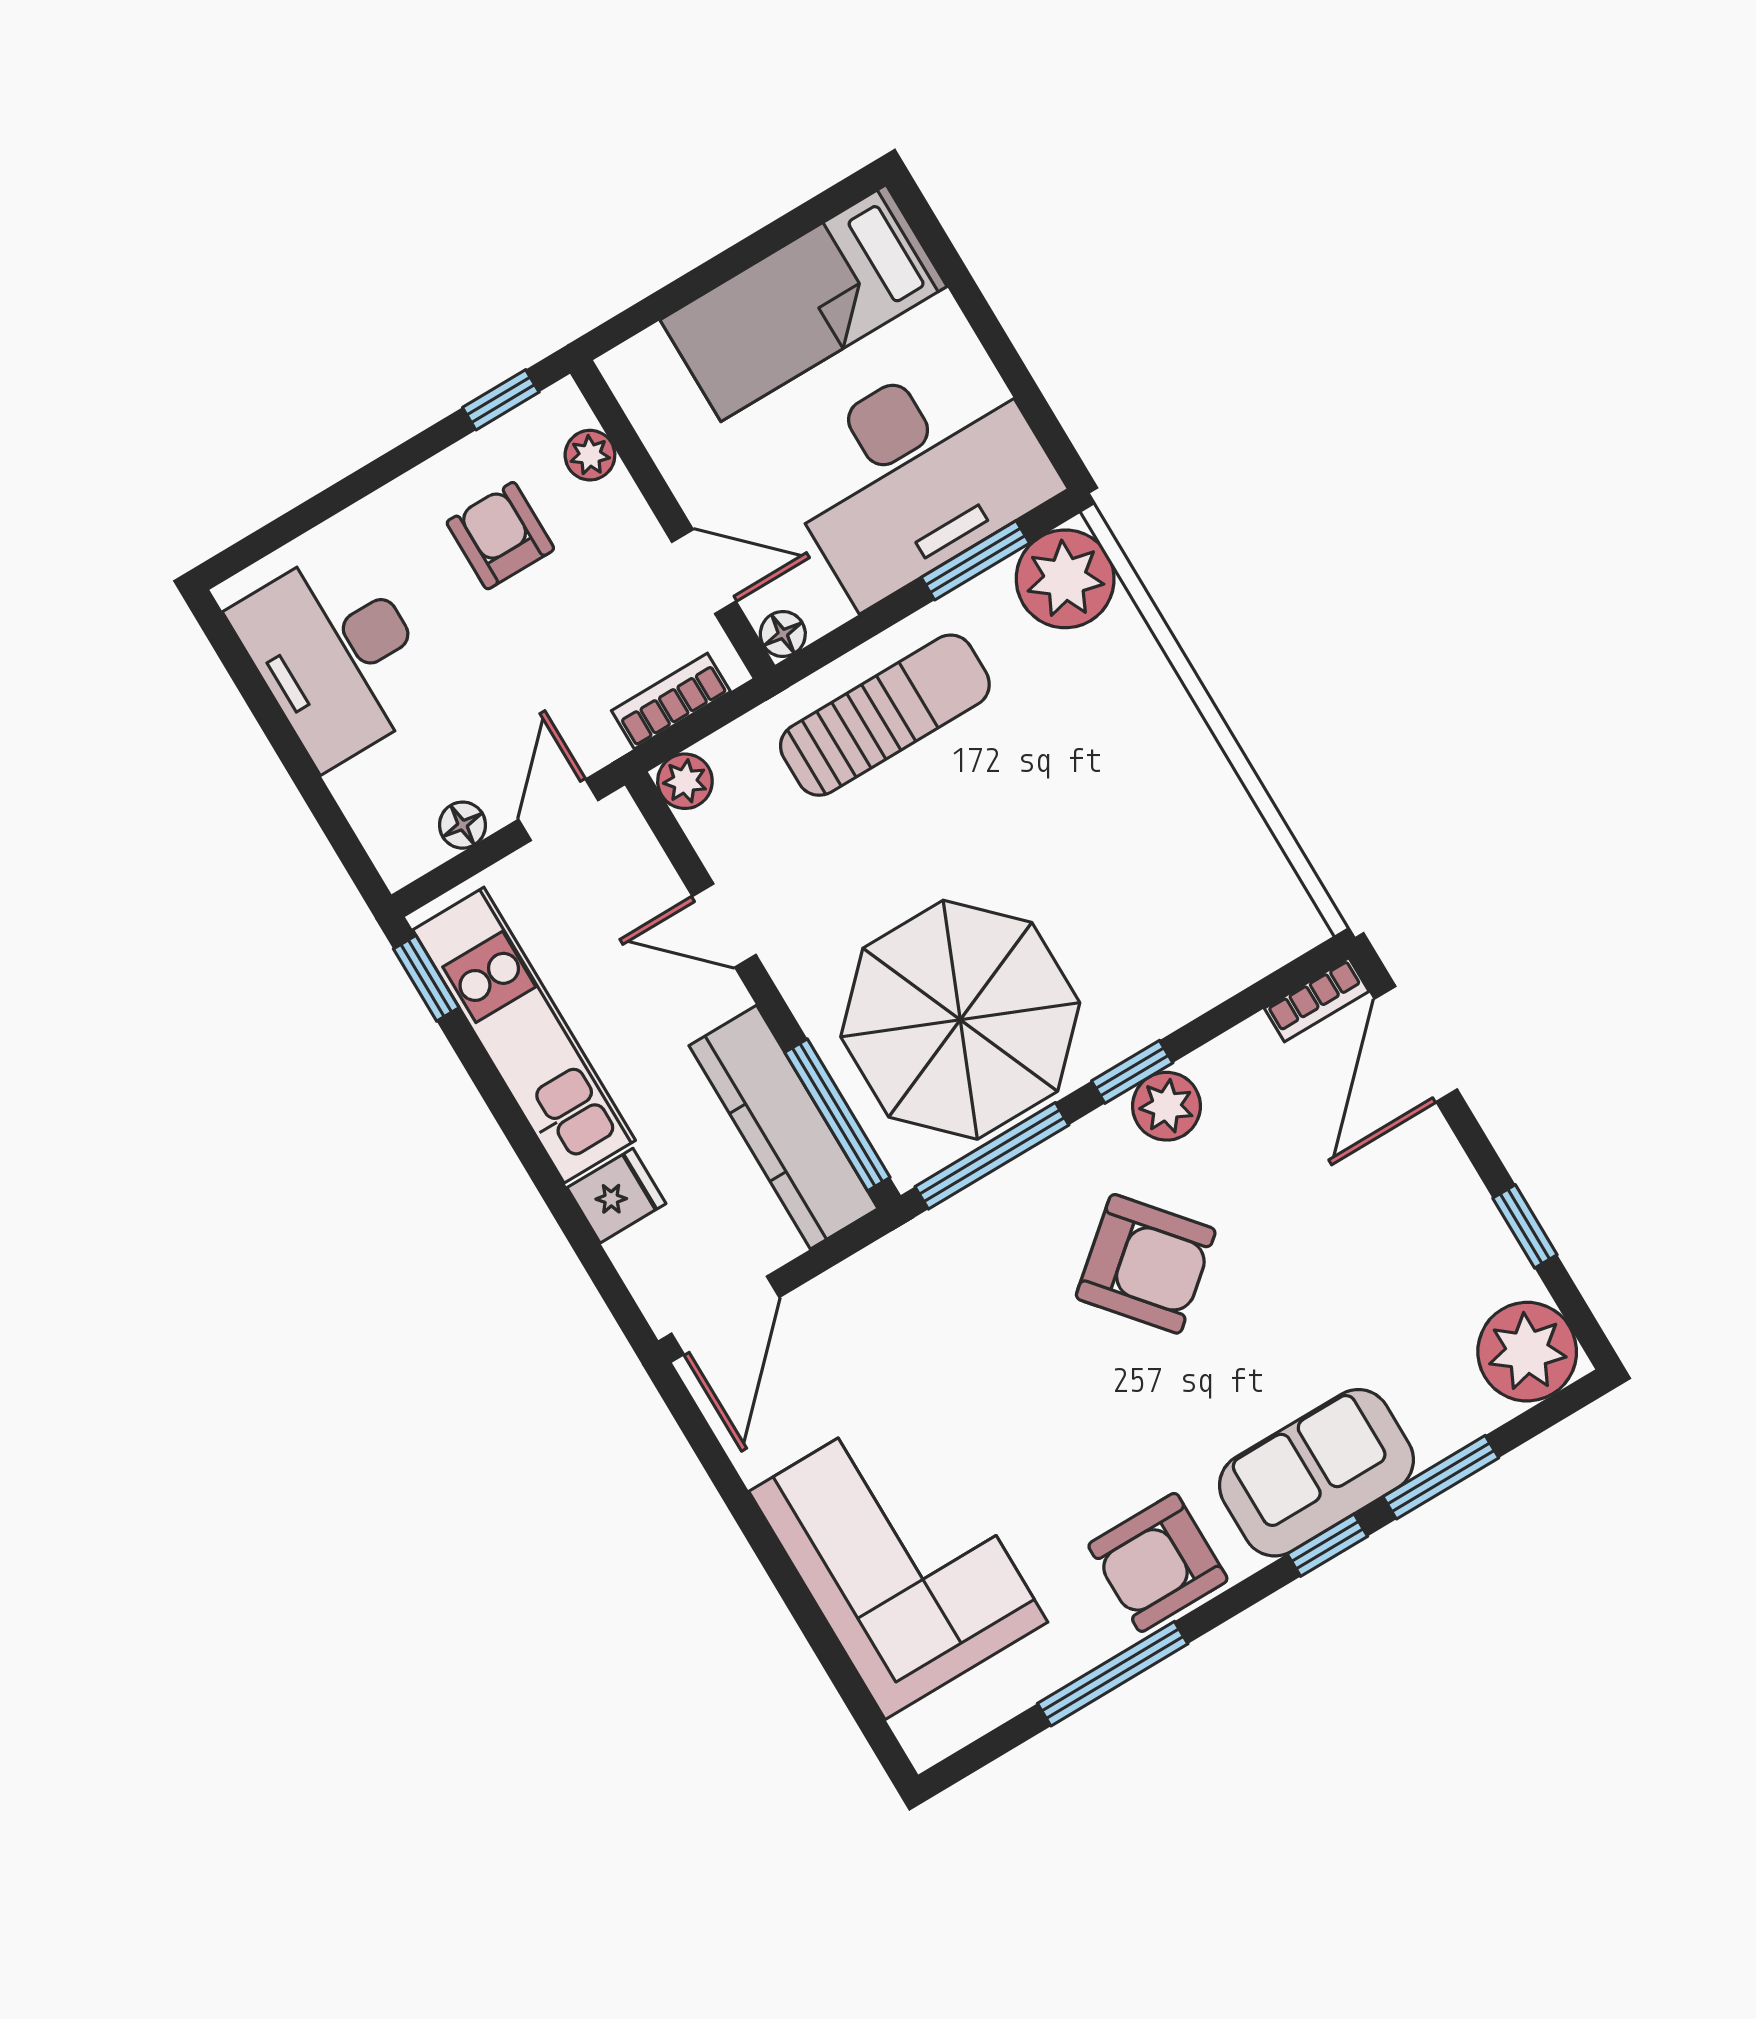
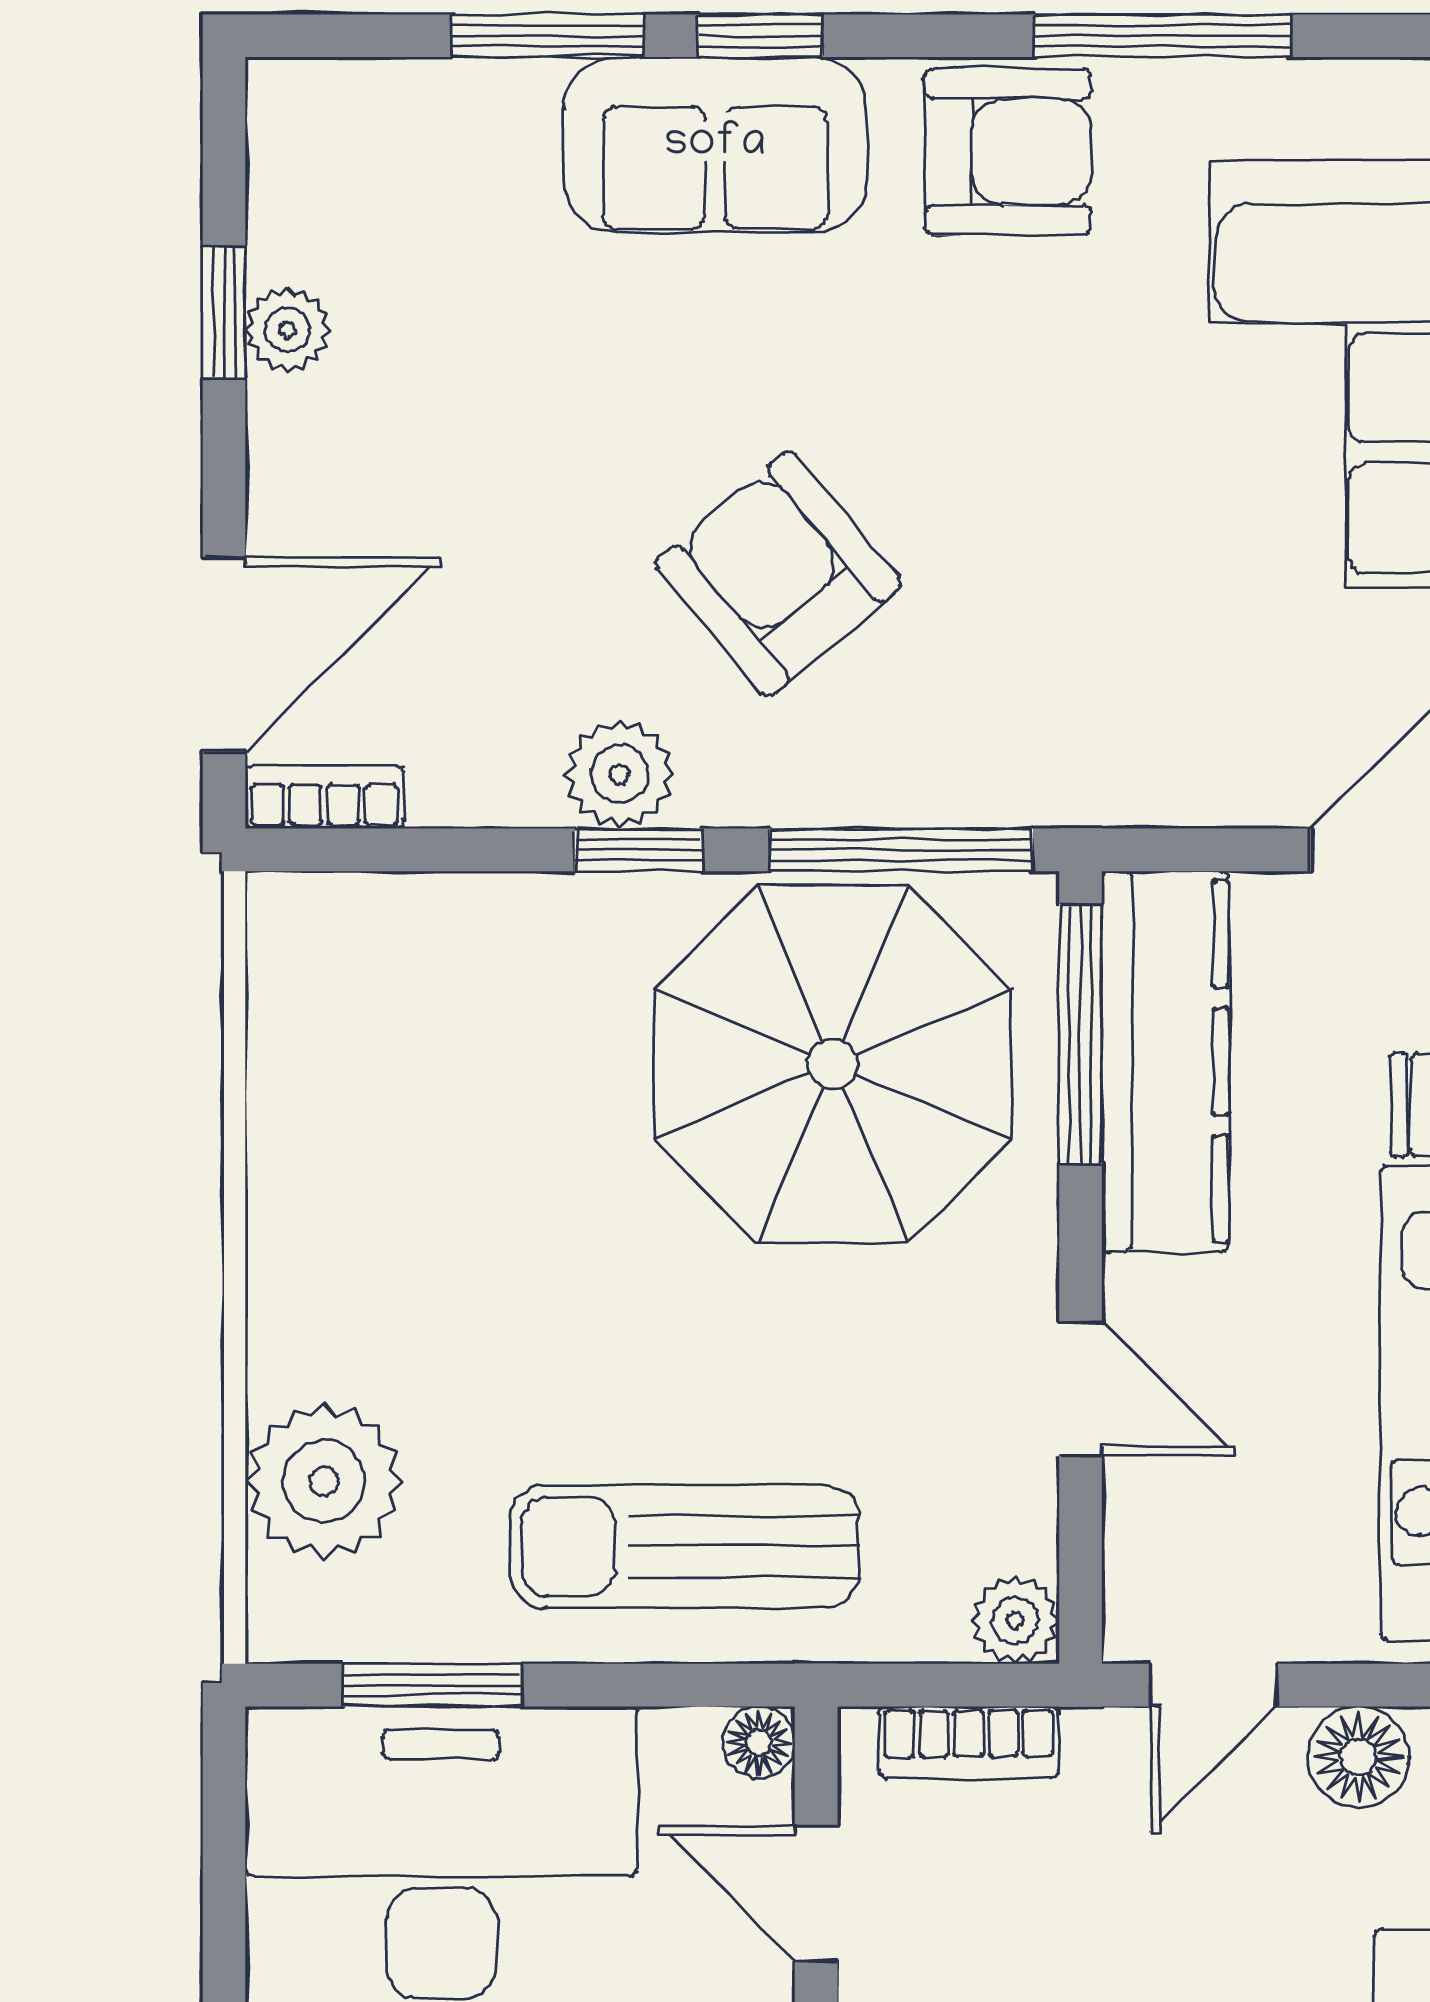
plant: (1065, 579) -> (324, 1481), moved
floor lamp: (462, 825) -> (1359, 1757), width x1.37, depth x1.37
plant: (1527, 1352) -> (288, 330), moved, width x0.53, depth x0.53

